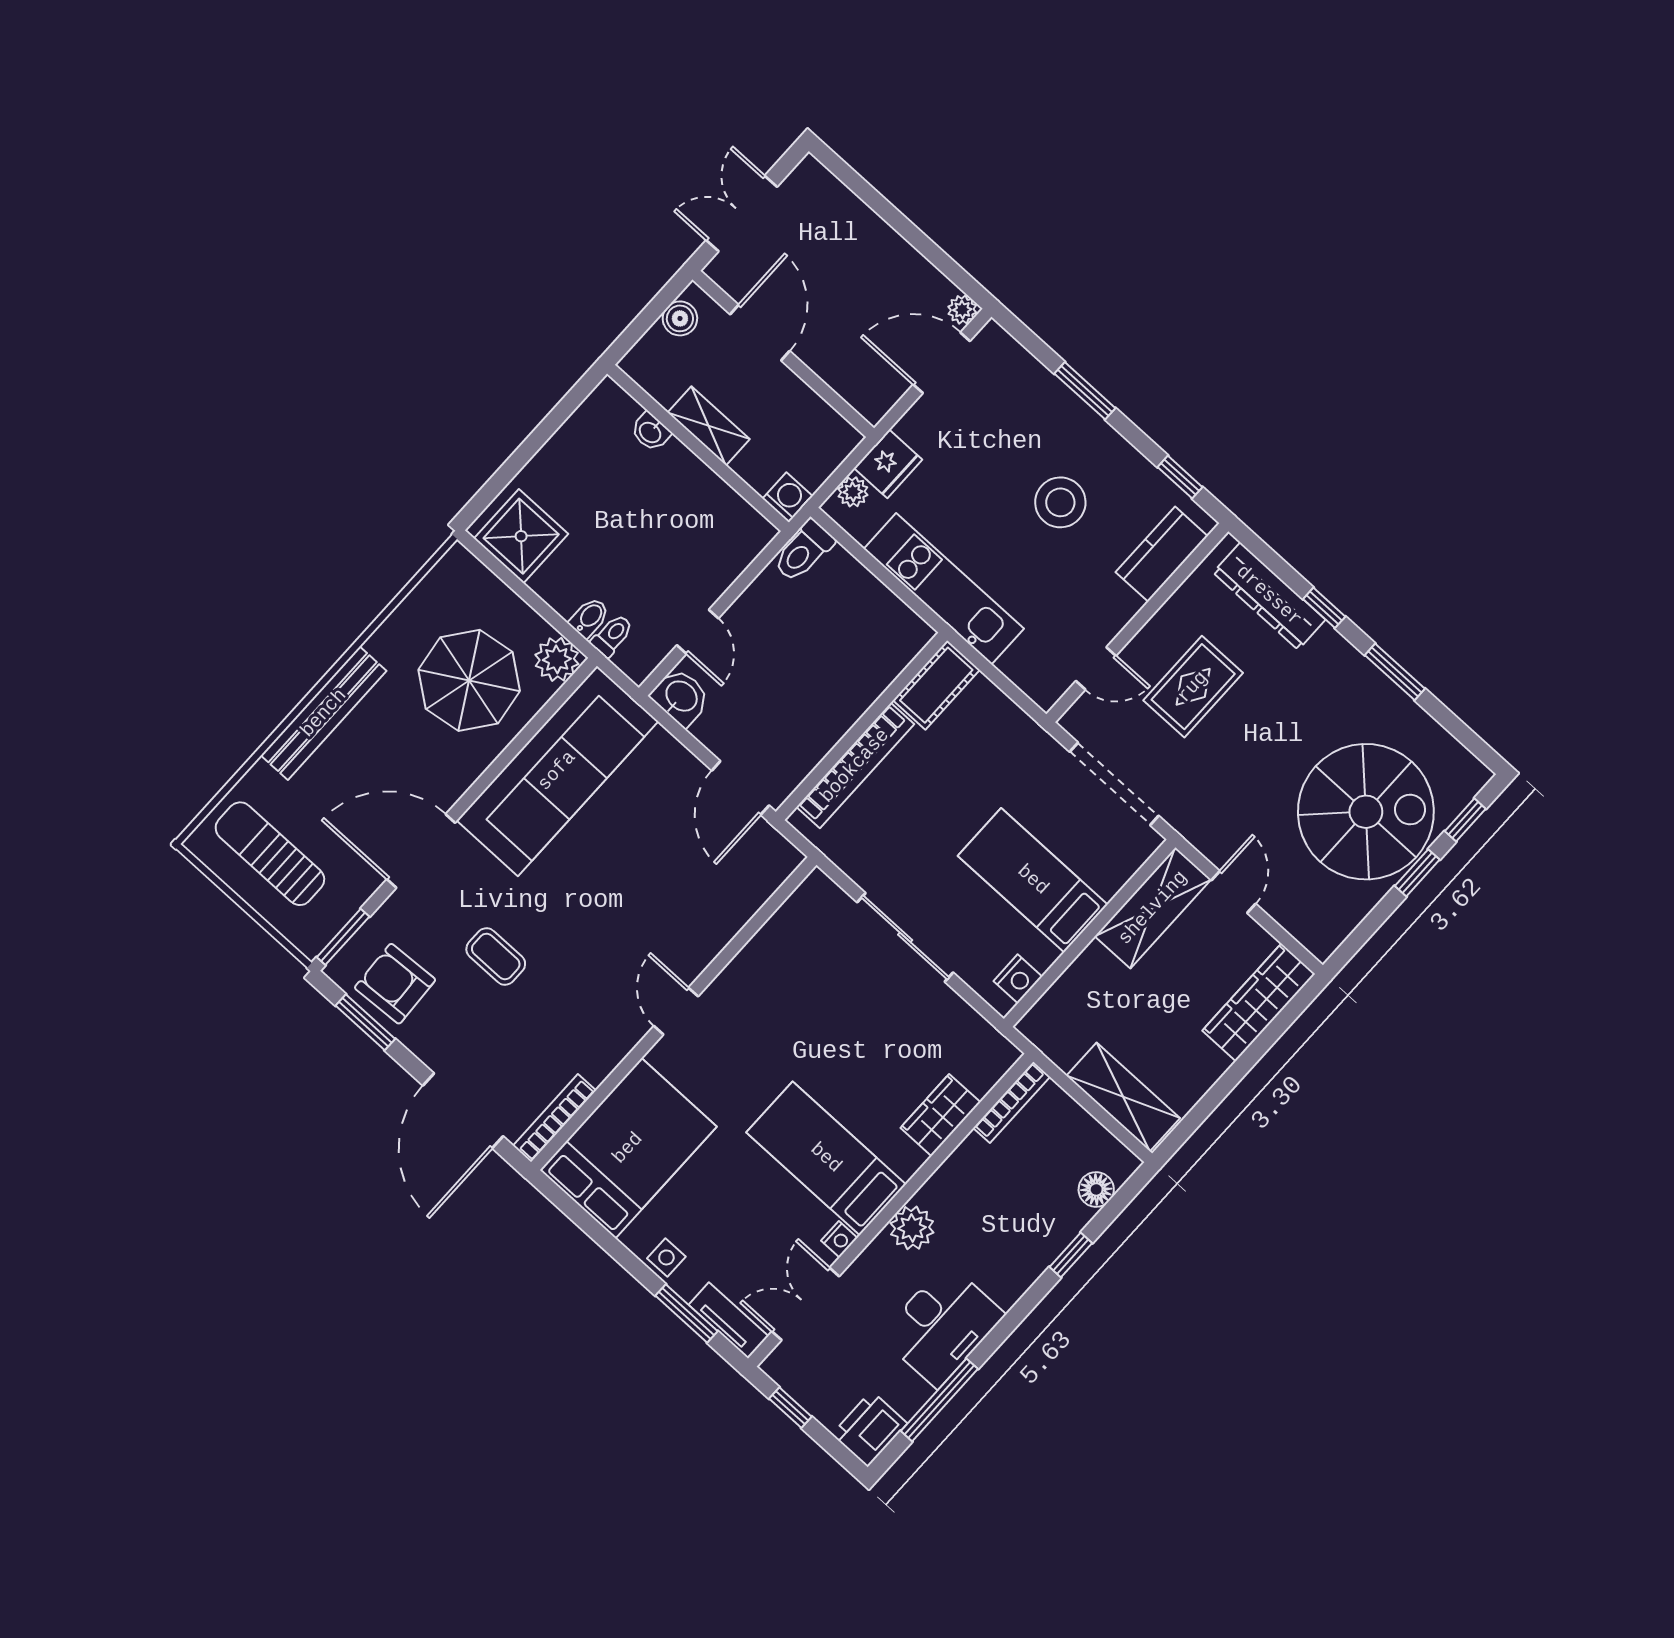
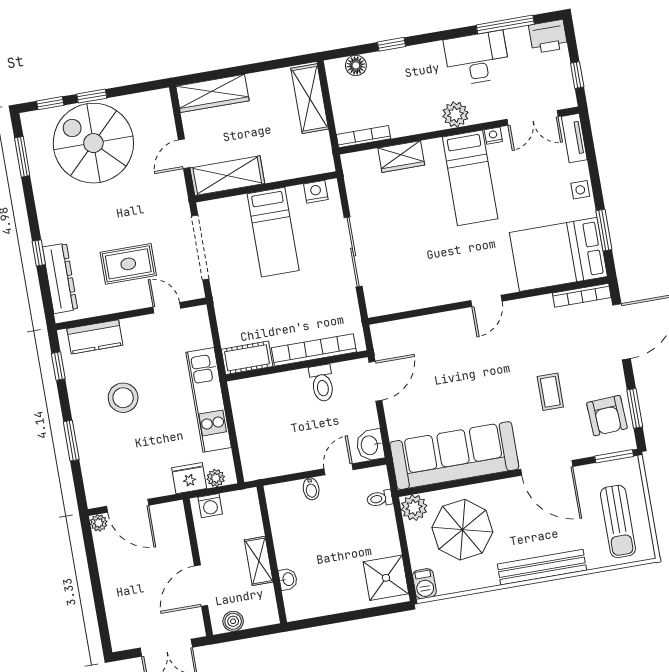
washing machine: (788, 497) -> (210, 506), moved, turned -90
toilet: (804, 551) -> (322, 383), moved, turned 90
barbecue: (464, 568) -> (424, 584), added
bidet: (589, 618) -> (311, 489), moved, turned -90
window: (1395, 672) -> (22, 157), moved
window: (687, 1313) -> (604, 230), moved

